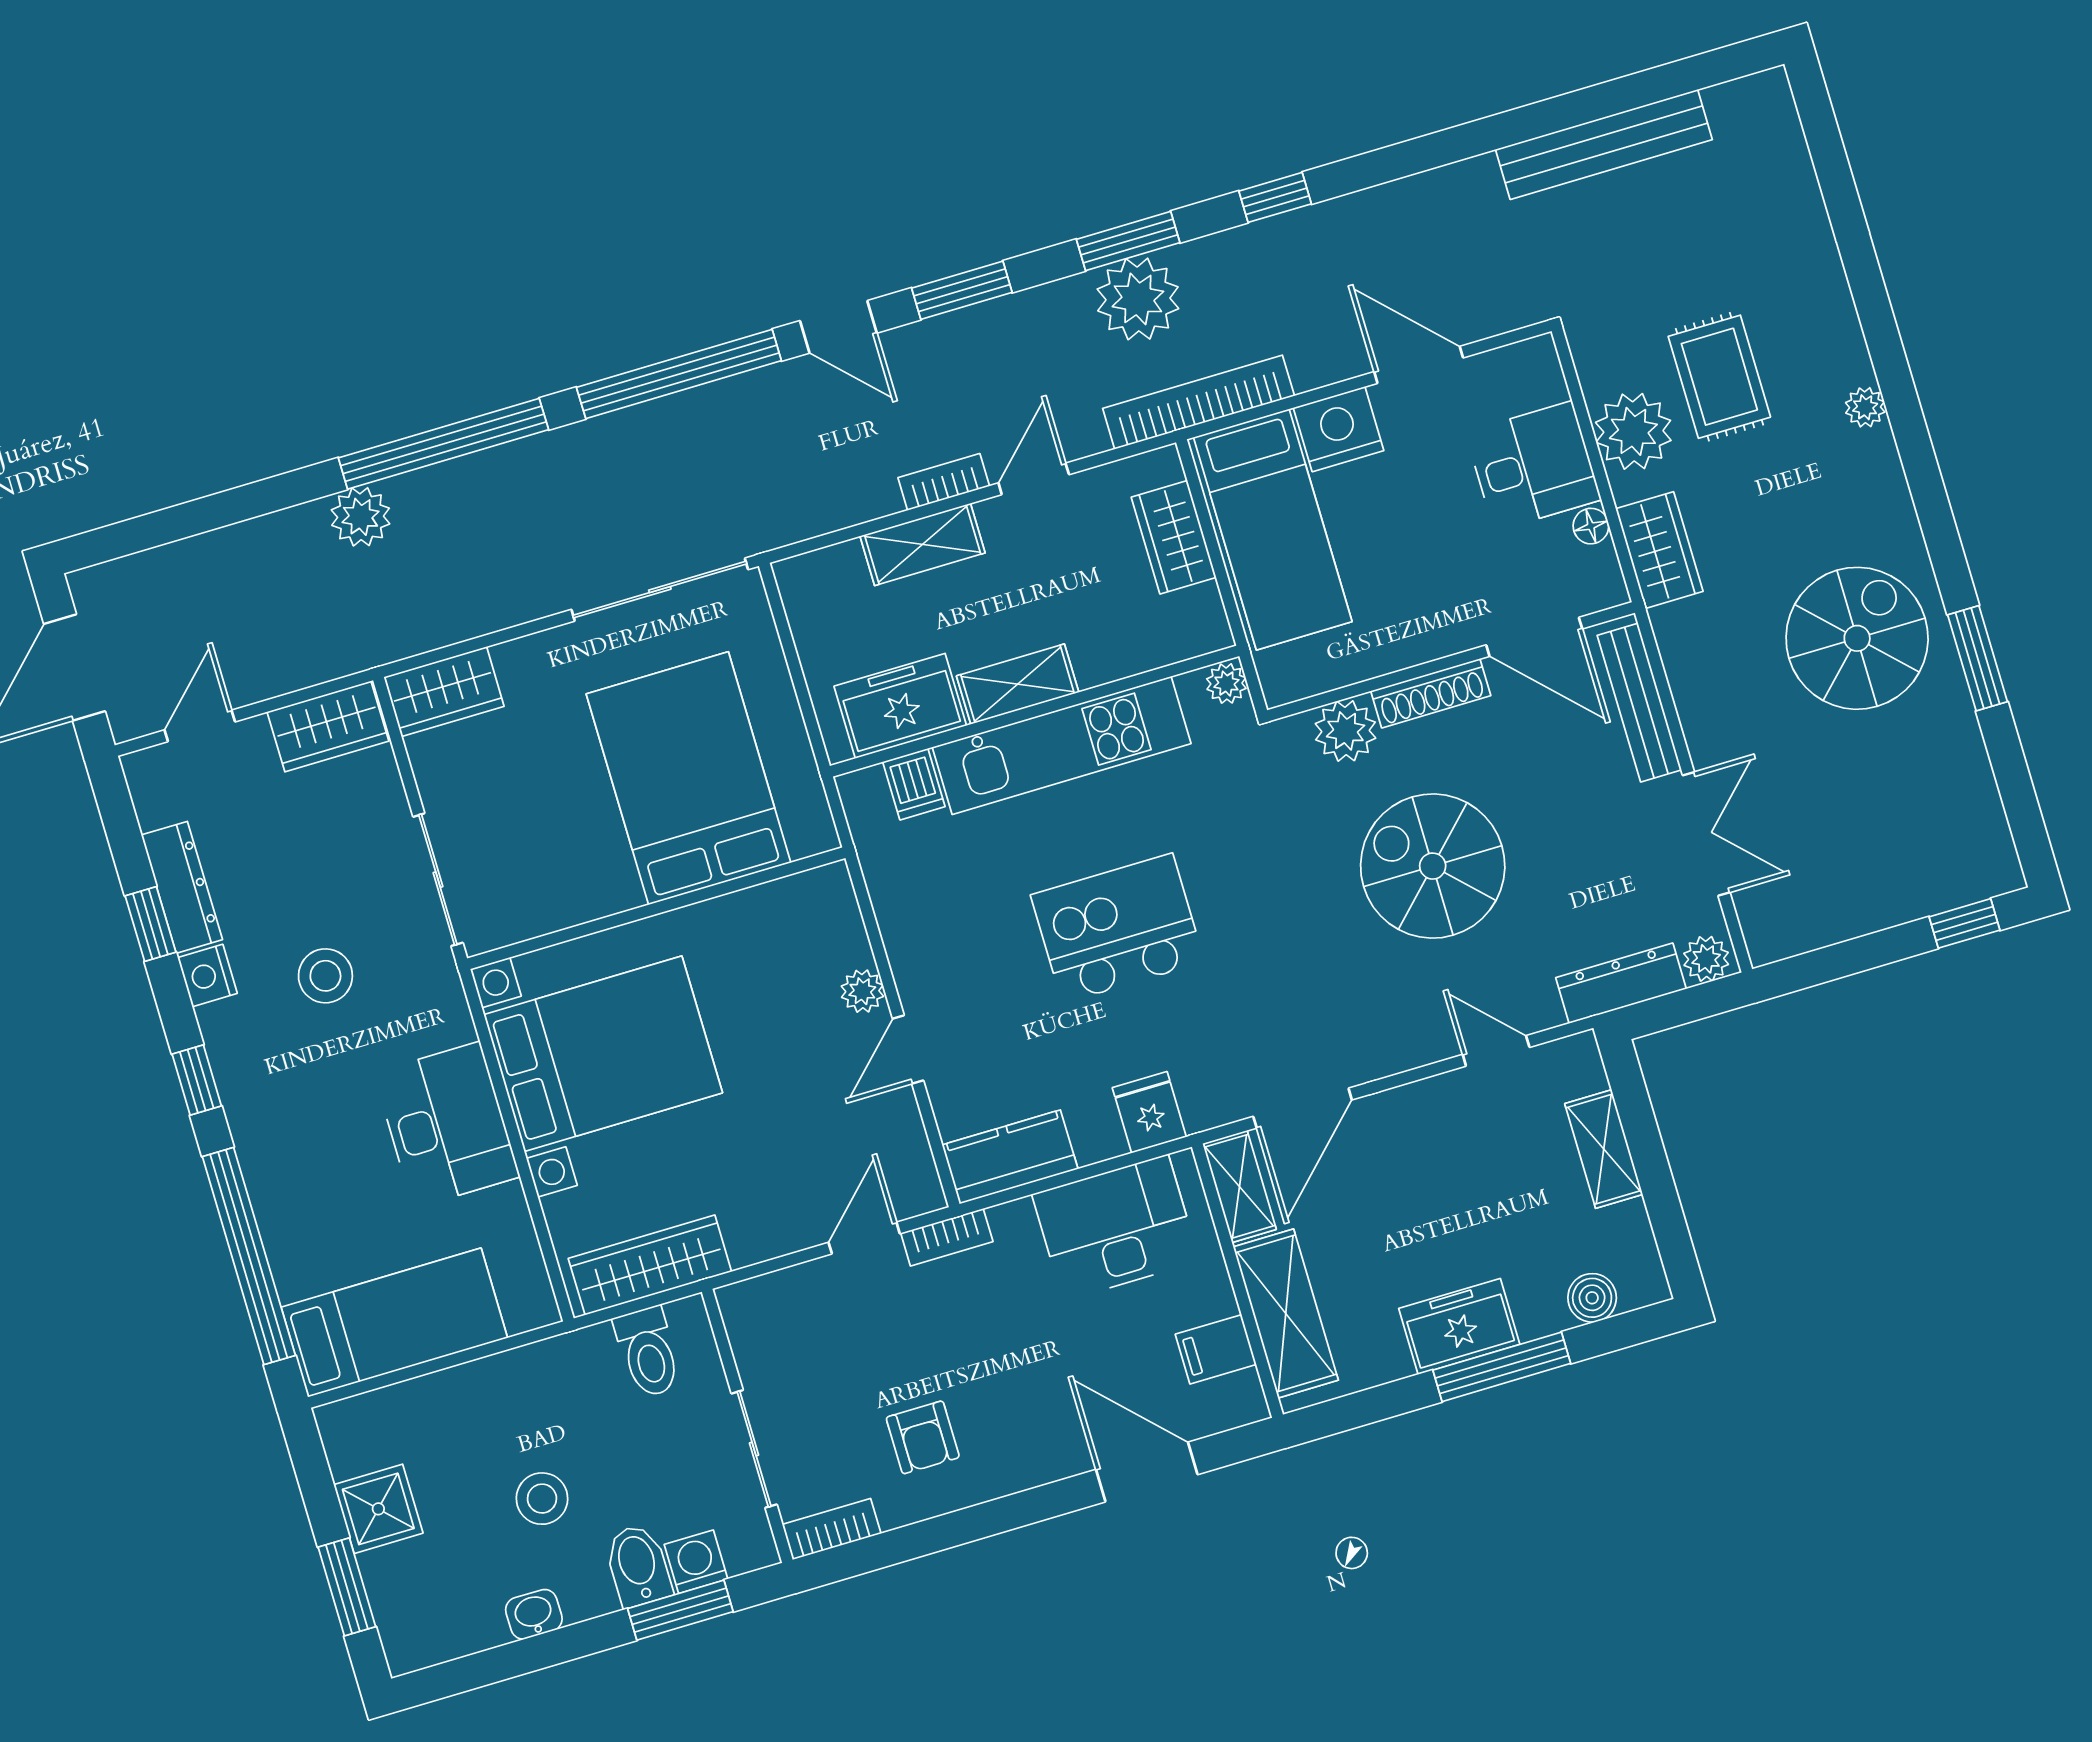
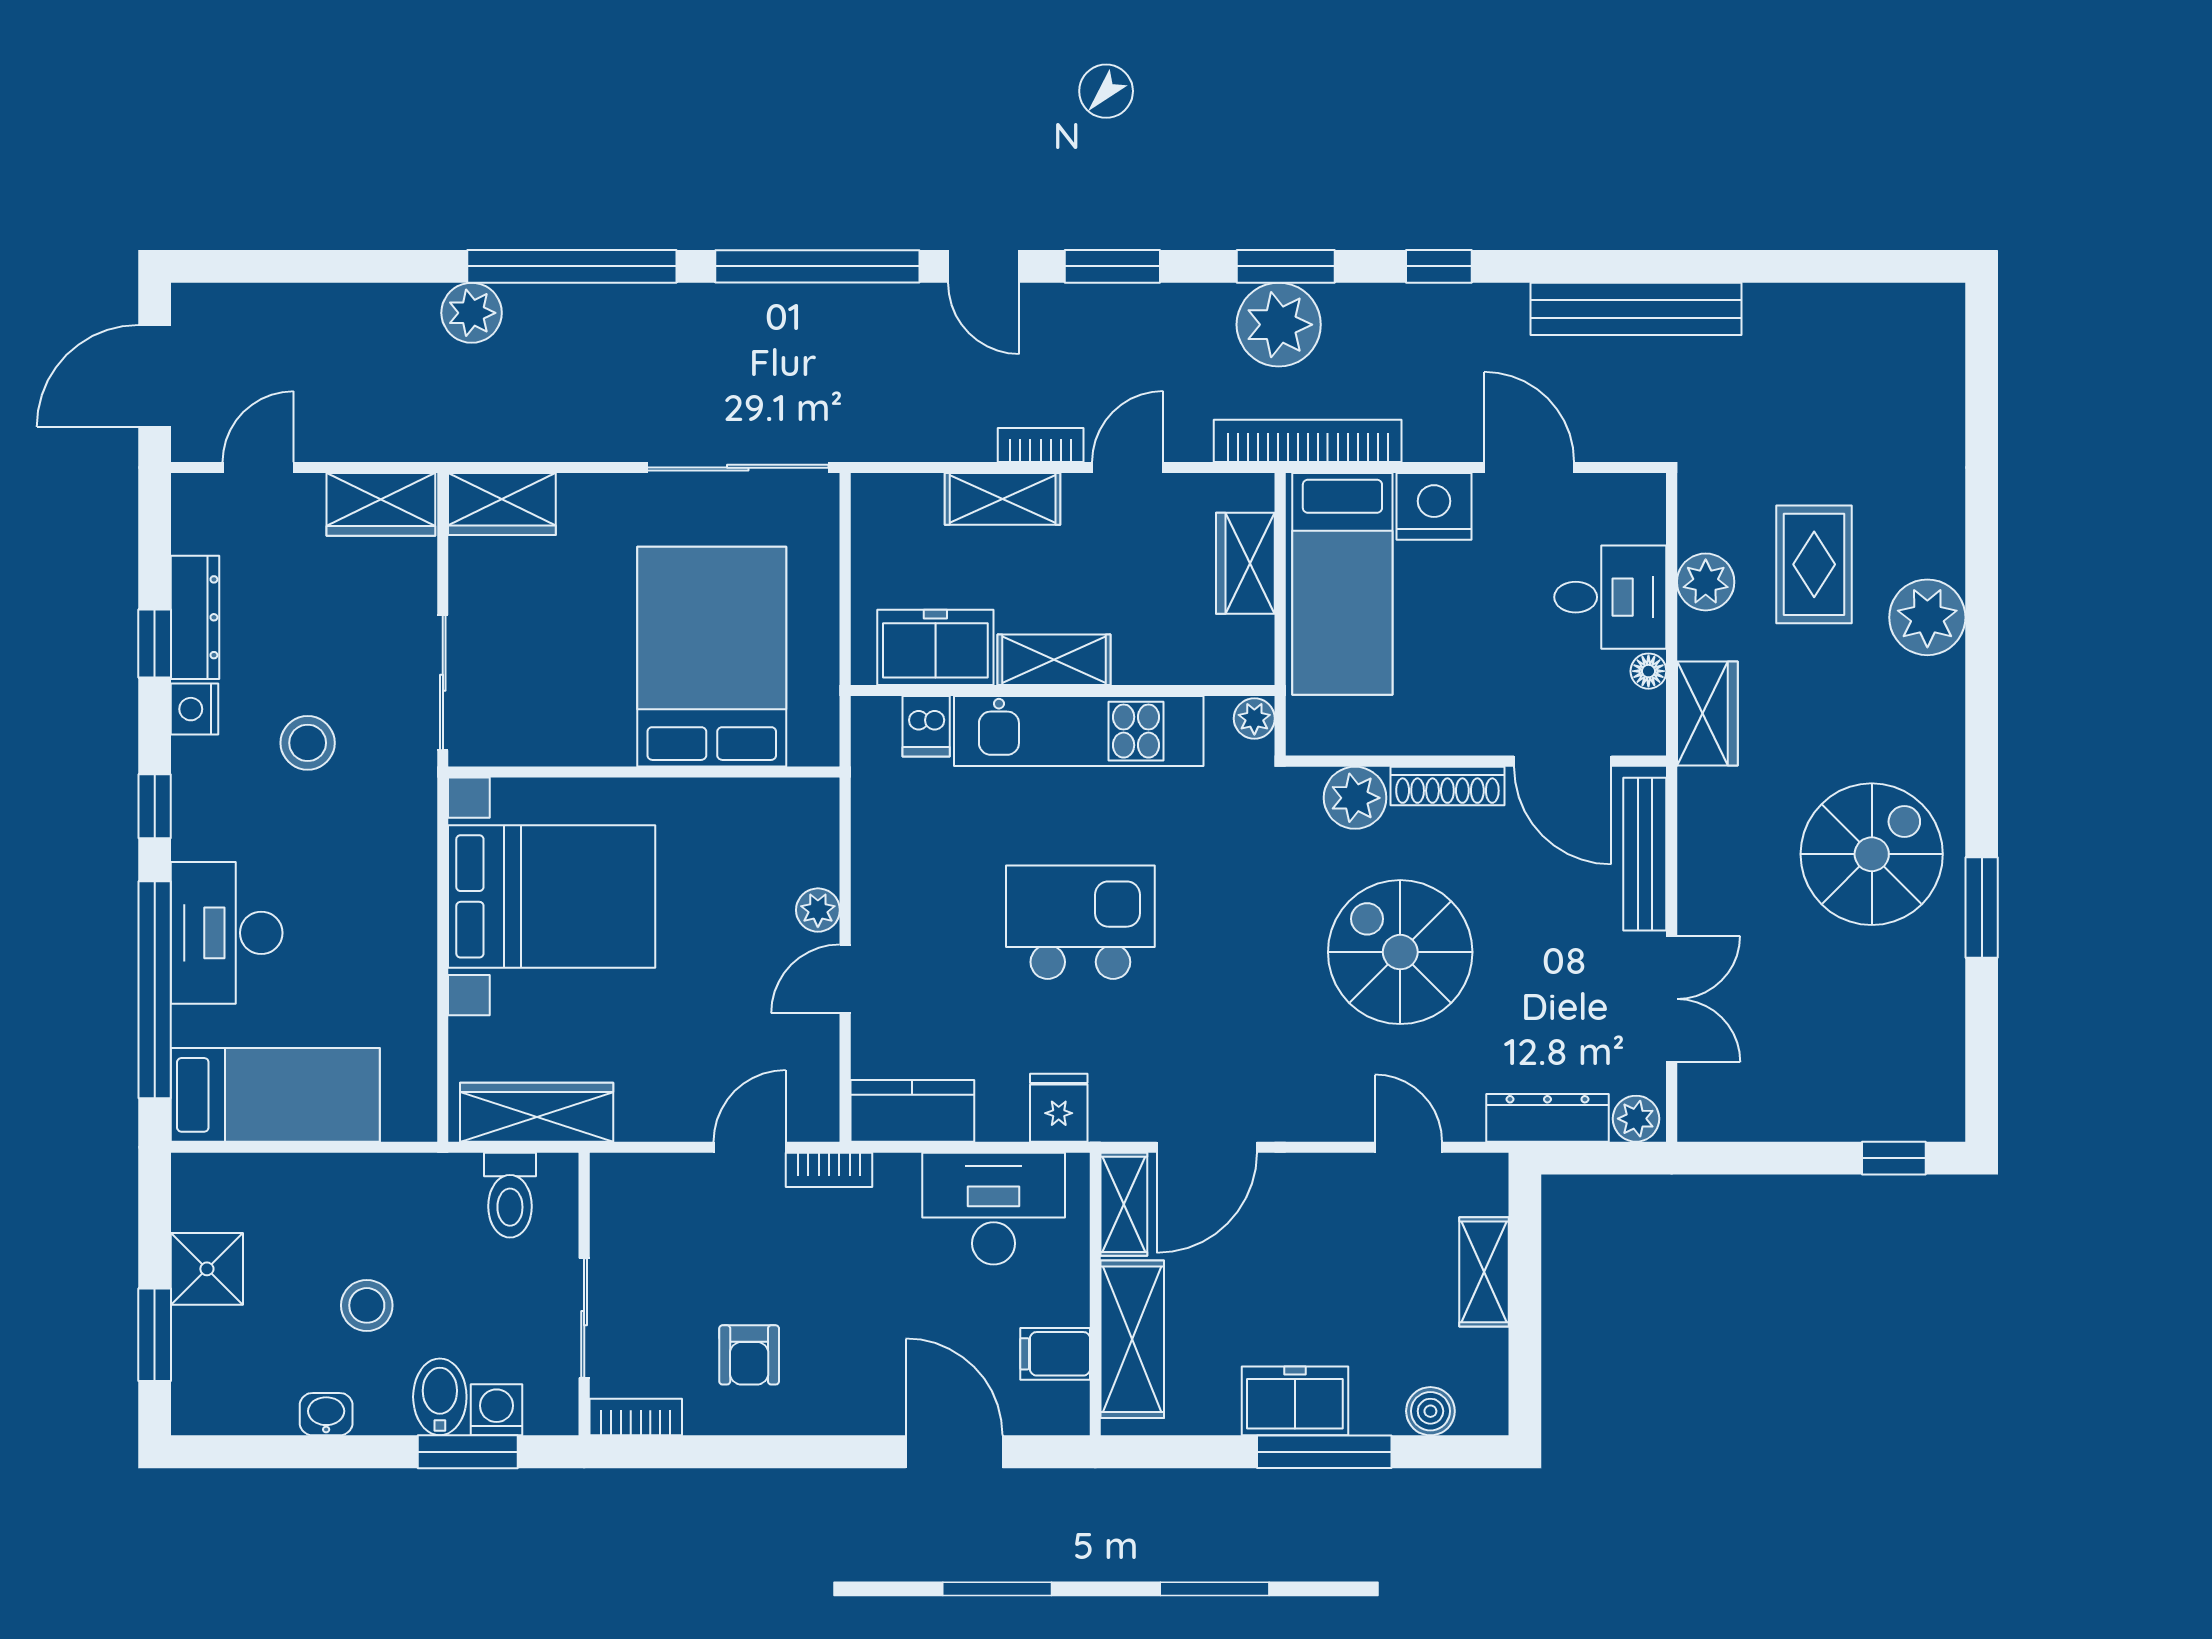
bench: (1604, 144) -> (1636, 309), moved
plant: (1865, 407) -> (1927, 617), width x1.88, depth x1.88
plant: (1633, 431) -> (1706, 582), width x0.73, depth x0.73
desk: (447, 1125) -> (227, 933), moved, turned 180

